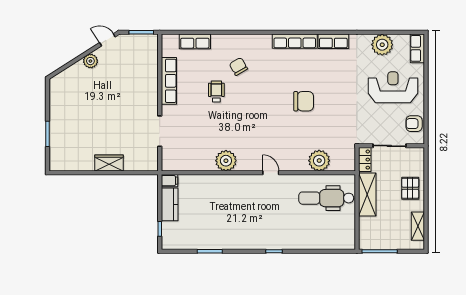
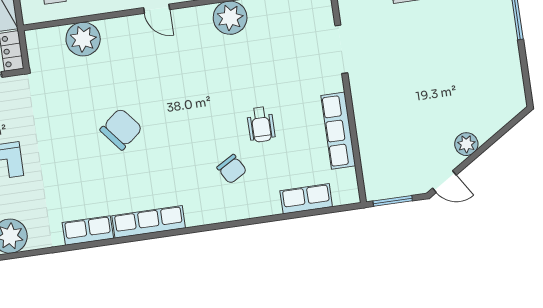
chair: (304, 101) -> (121, 129), turned 141

